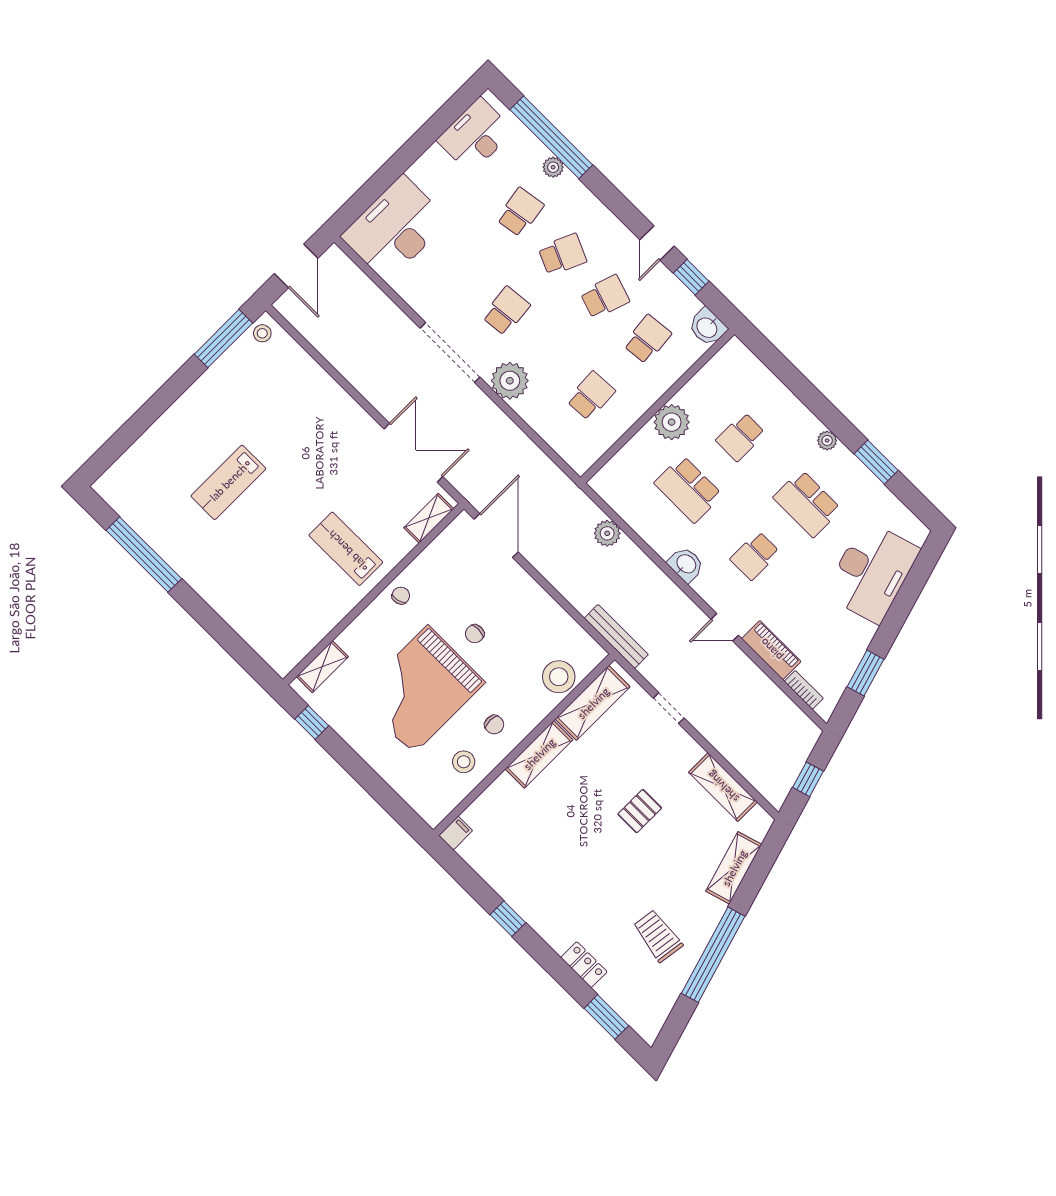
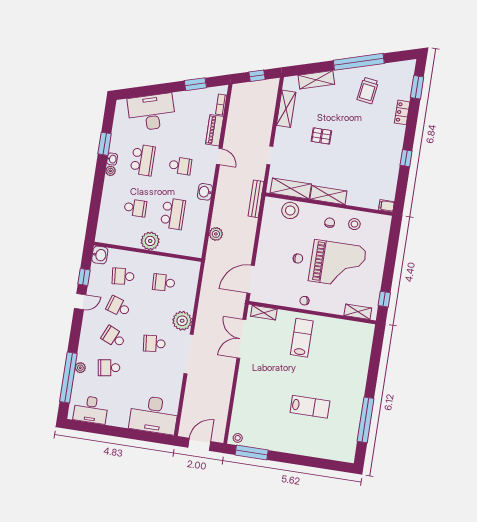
washbasin: (844, 457) -> (112, 159), added
lab bench: (346, 549) -> (302, 338), turned 180

